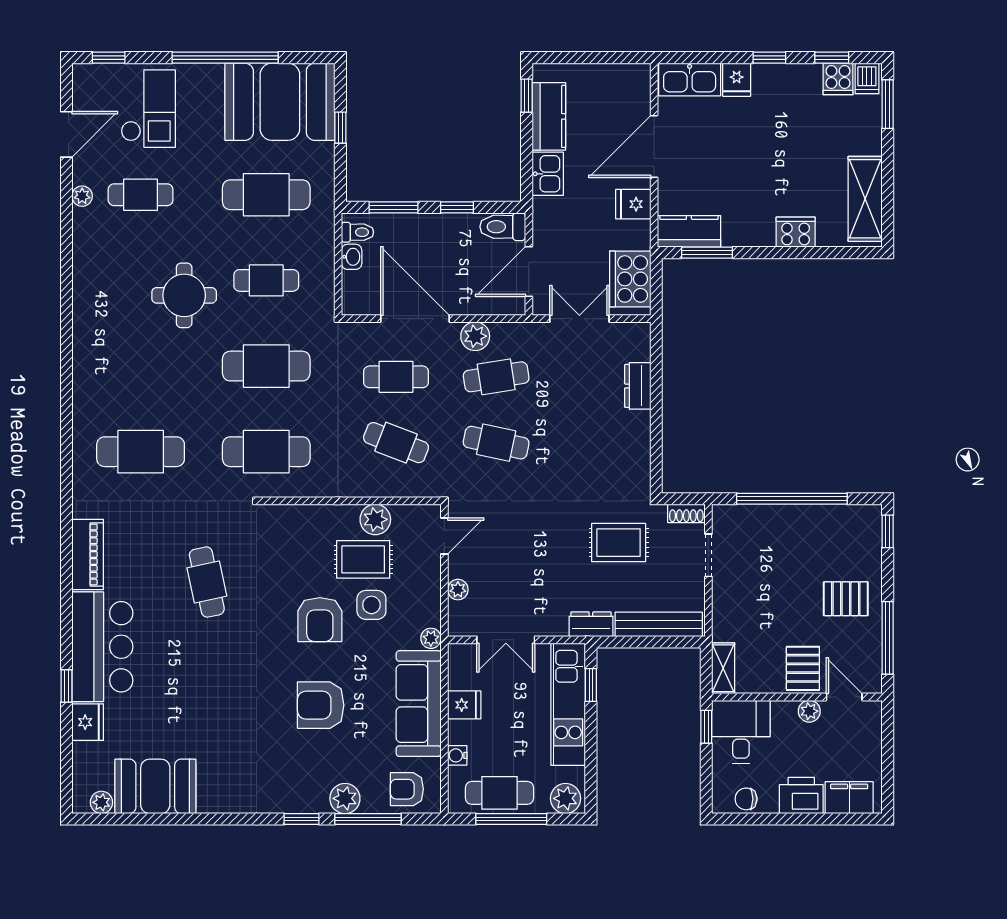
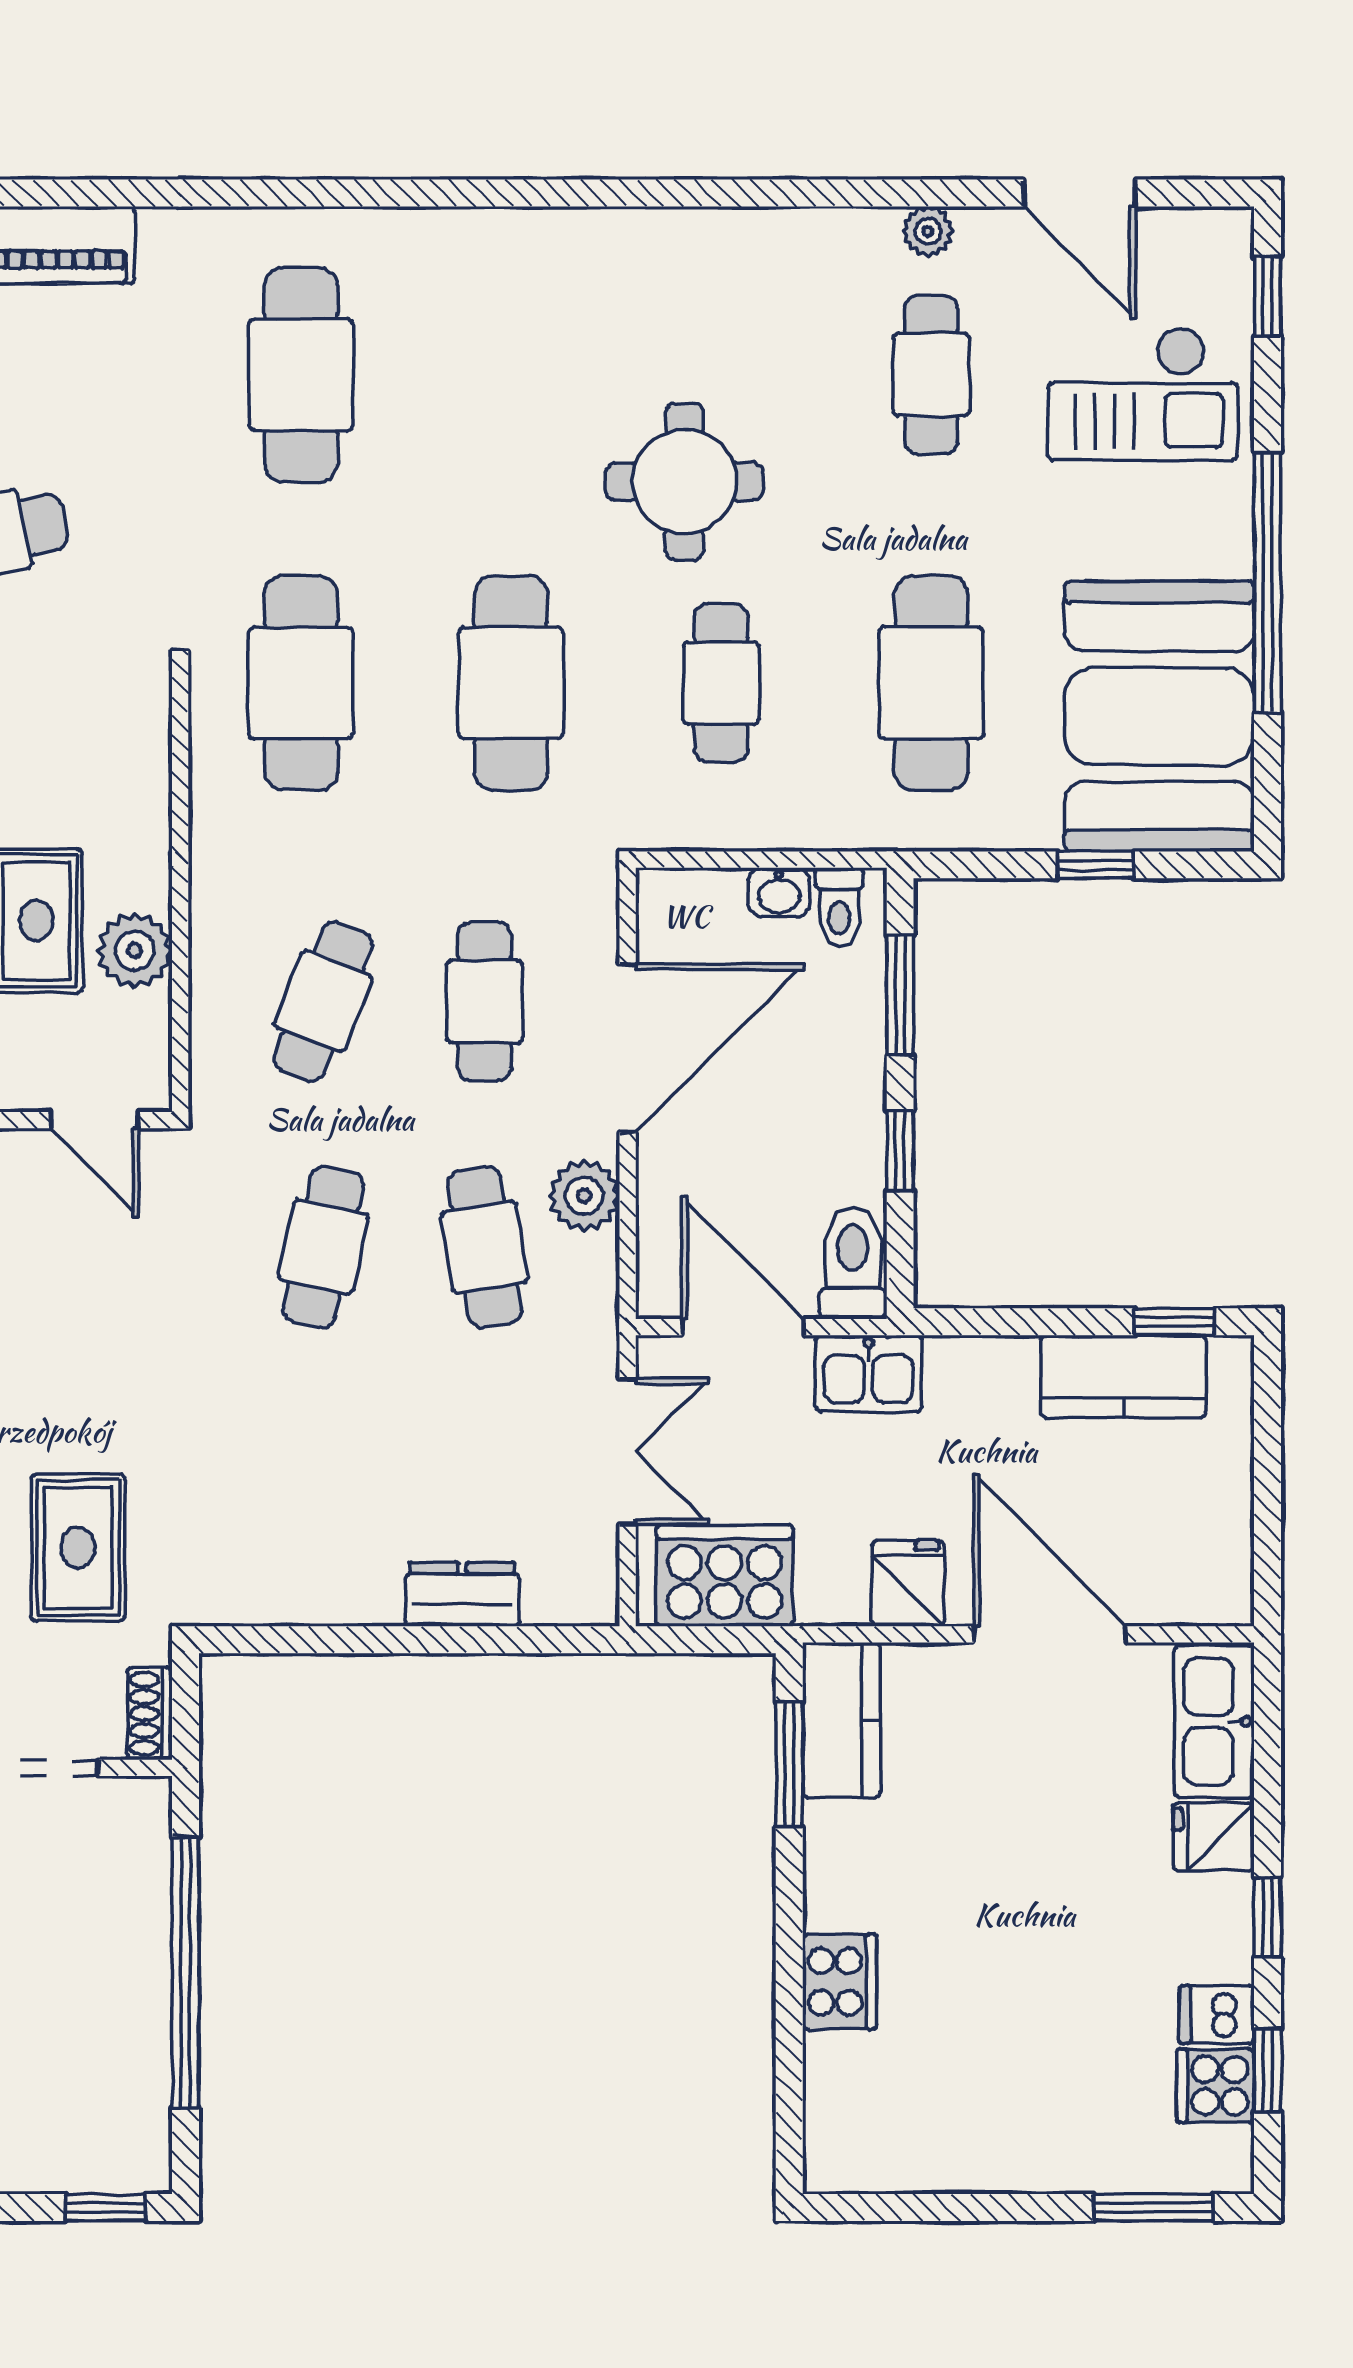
dishwasher: (867, 78) -> (1217, 2015), moved
kitchen sink: (548, 174) -> (869, 1373), moved
shelving: (865, 199) -> (921, 2152), removed

